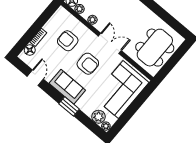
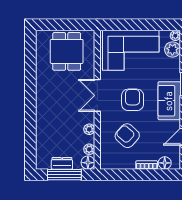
armchair: (68, 41) -> (127, 136), turned 132
dining table: (155, 48) -> (67, 51), width x0.73

